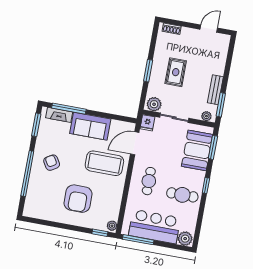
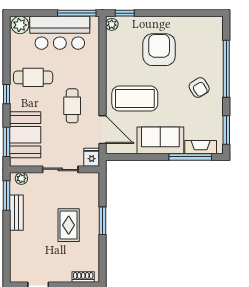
plant: (154, 104) -> (88, 181), removed
door: (135, 143) -> (102, 130), hinge flipped
cafe table: (149, 181) -> (72, 106), moved

